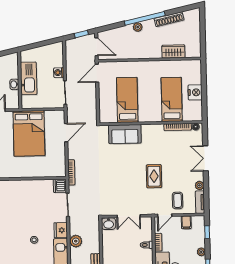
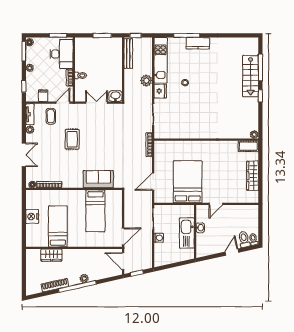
bed: (172, 99) -> (58, 226), moved, turned 180
dishwasher: (60, 186) -> (160, 132), removed

